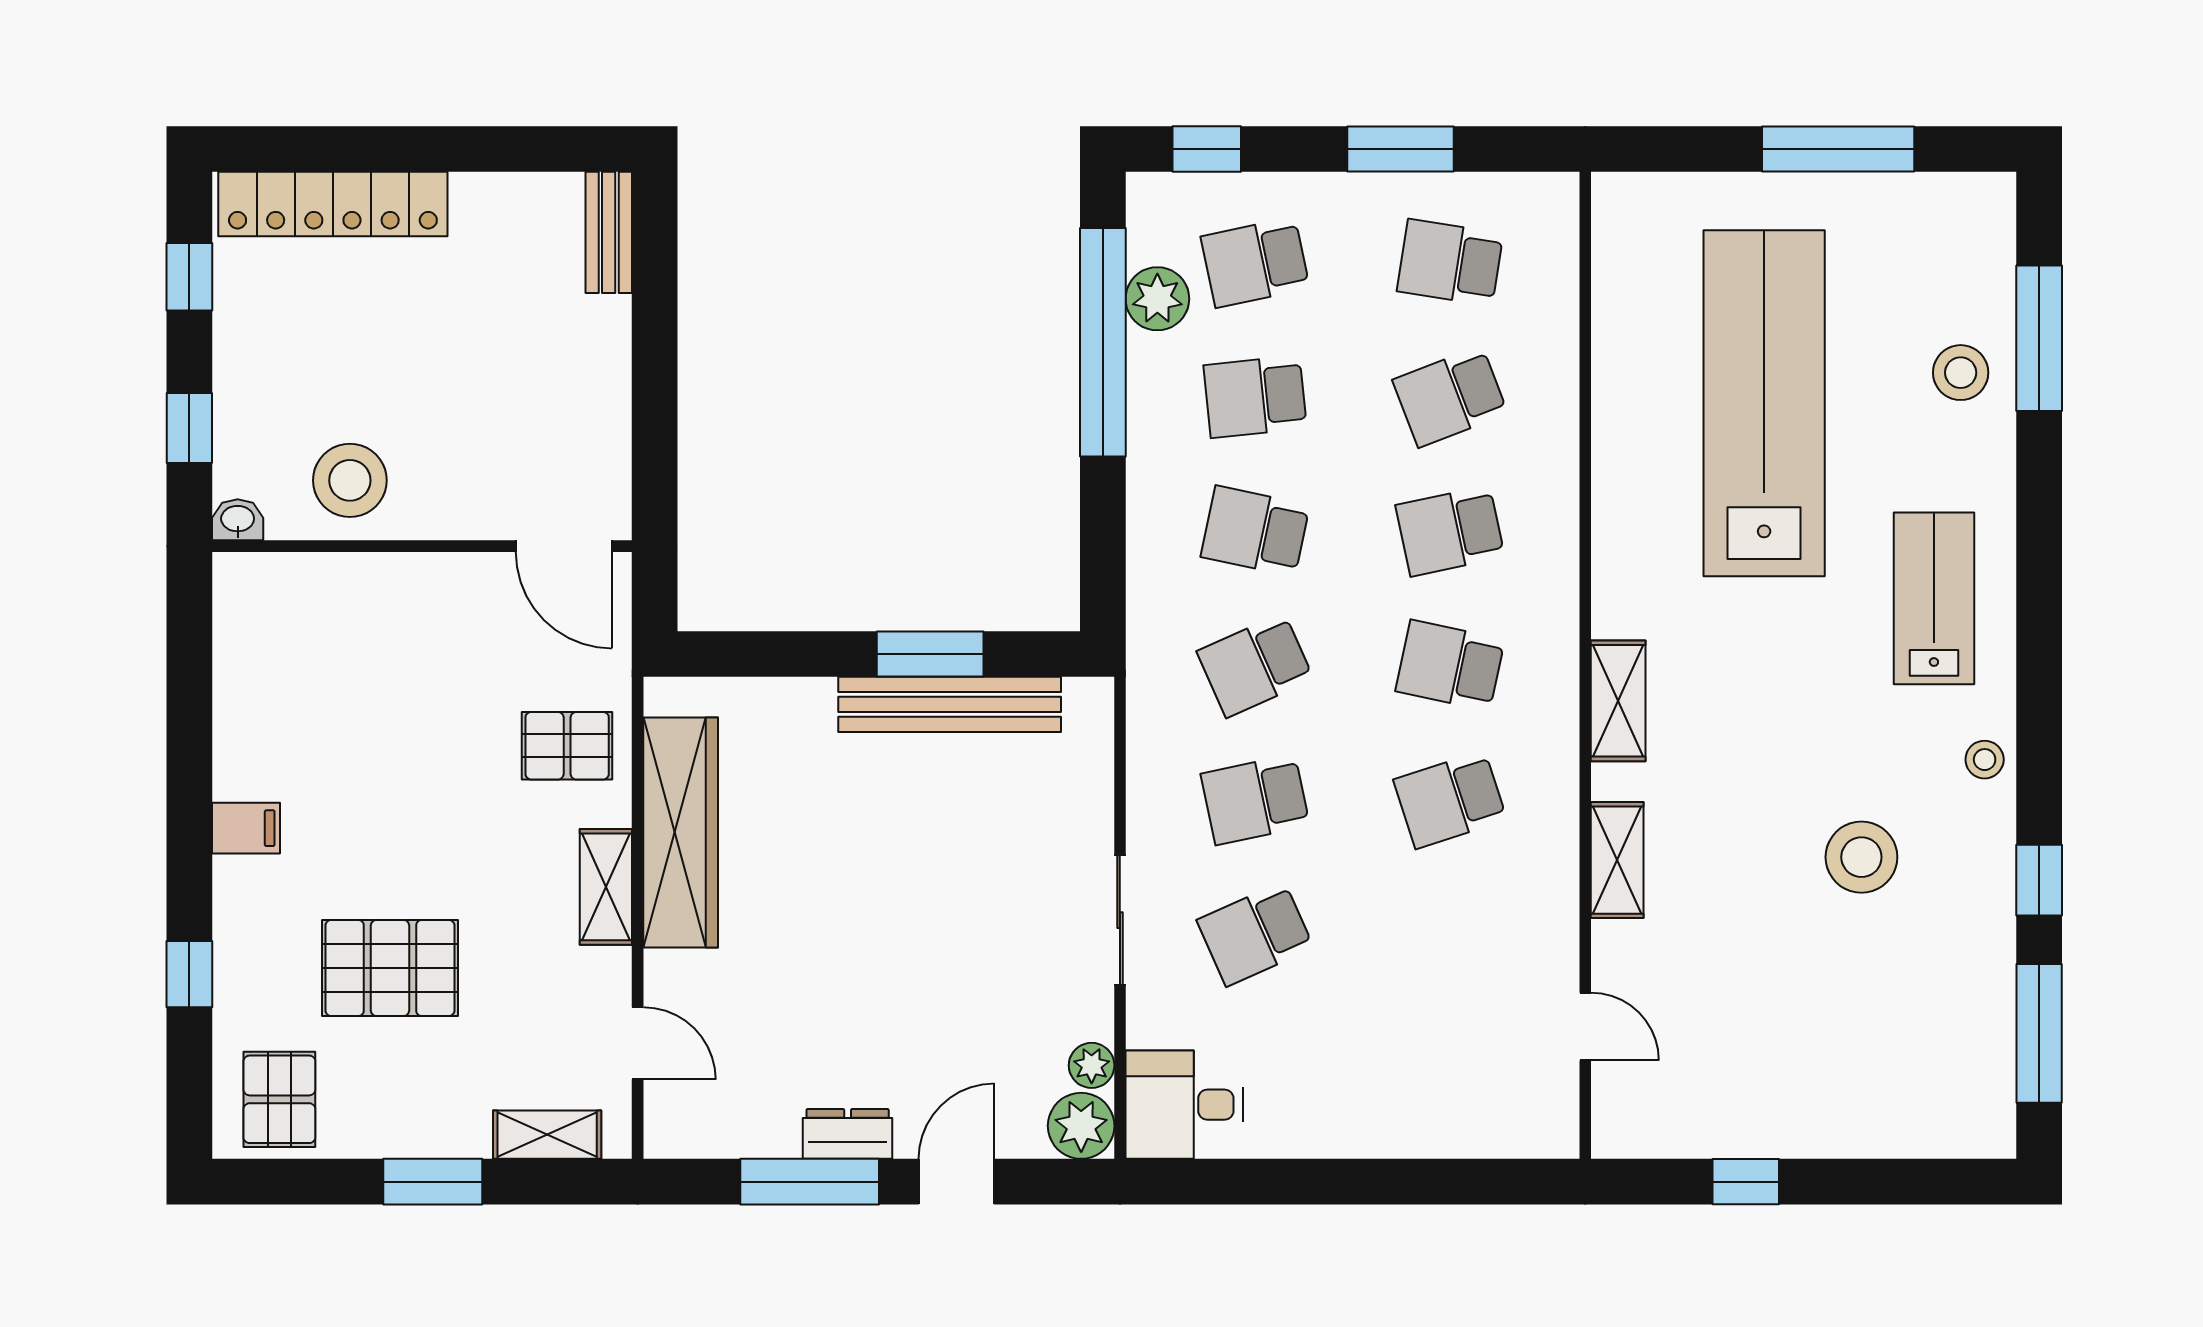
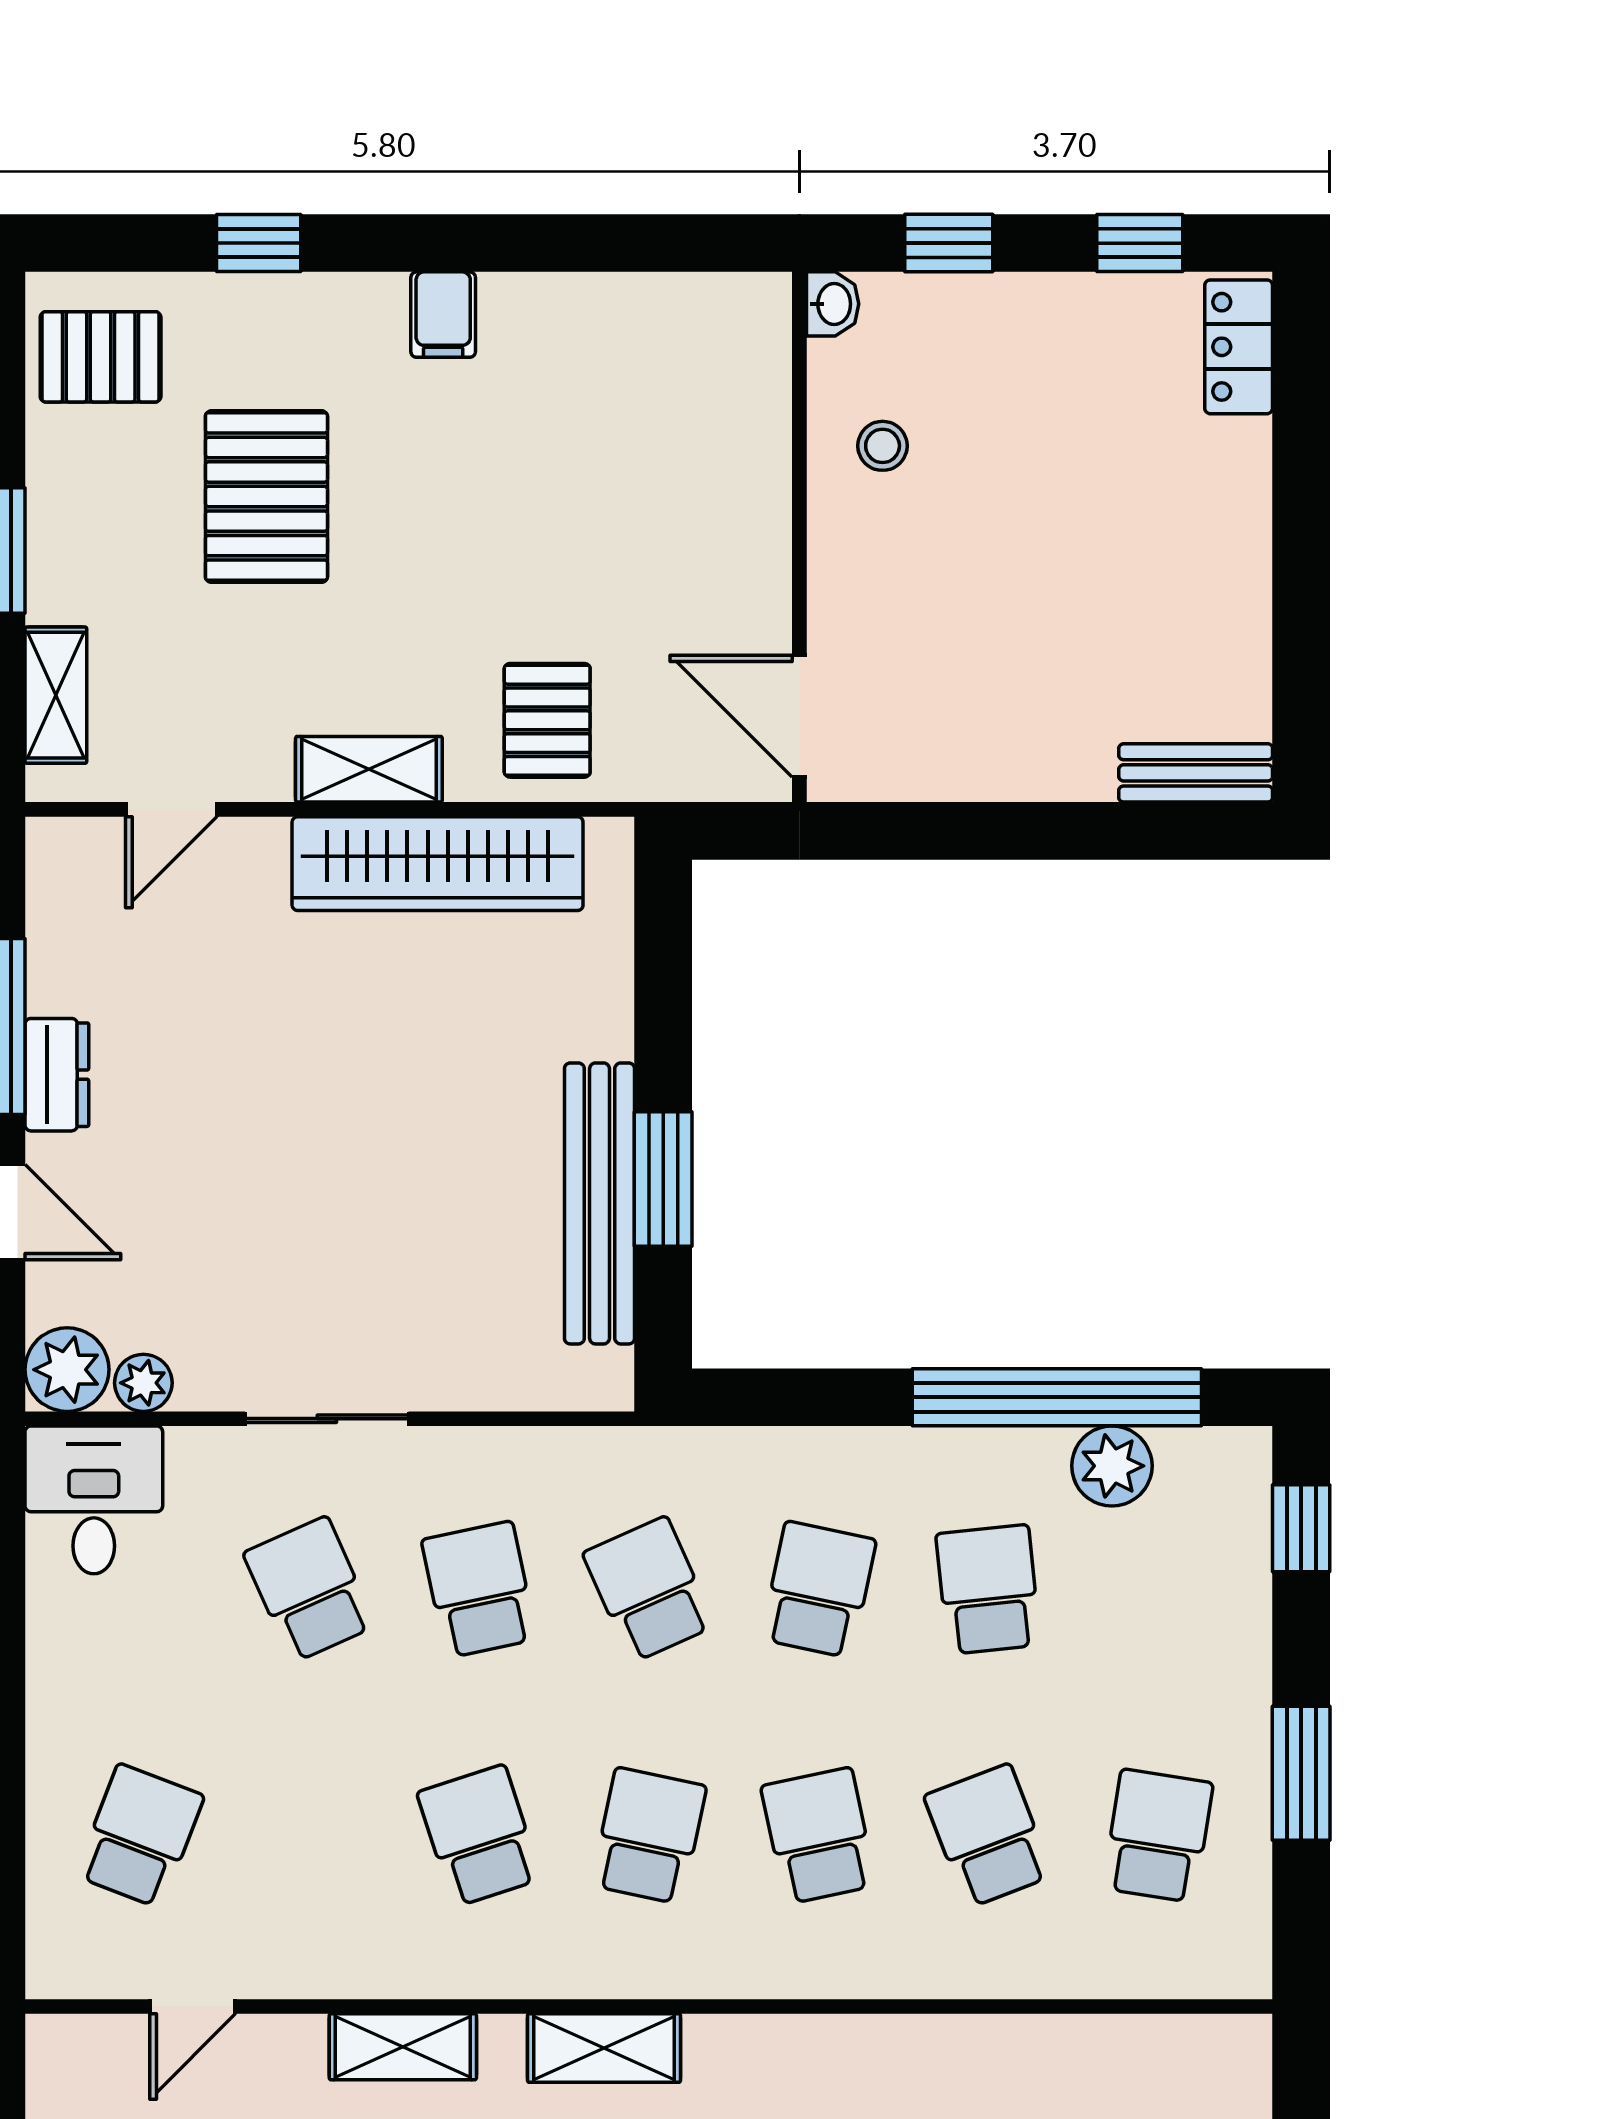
locker: (333, 204) -> (1239, 347), width x0.46, depth x0.83
school desk: (1255, 262) -> (140, 1836), moved, turned 33
stool: (350, 480) -> (883, 446), width x0.53, depth x0.53
door: (564, 546) -> (799, 716), hinge flipped

